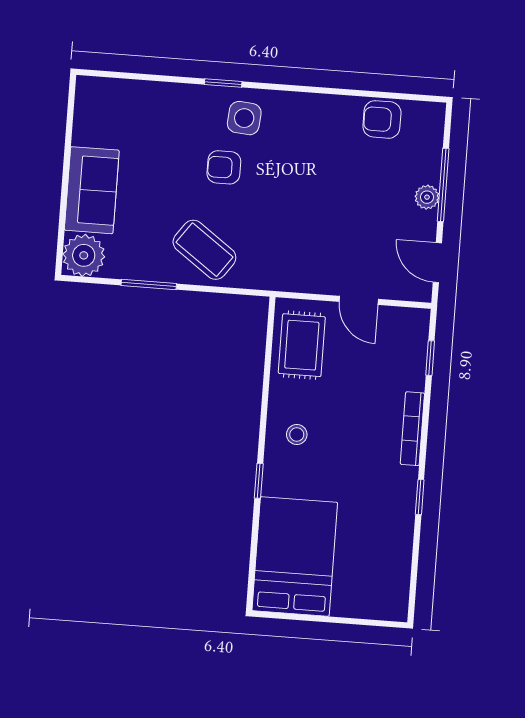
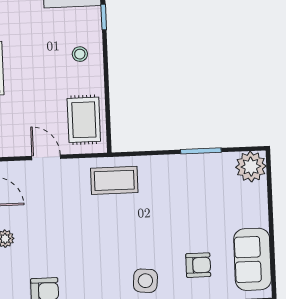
armchair: (224, 167) -> (198, 265), moved
sofa: (92, 190) -> (252, 259), moved
coffee table: (204, 250) -> (114, 180), moved, turned -36

